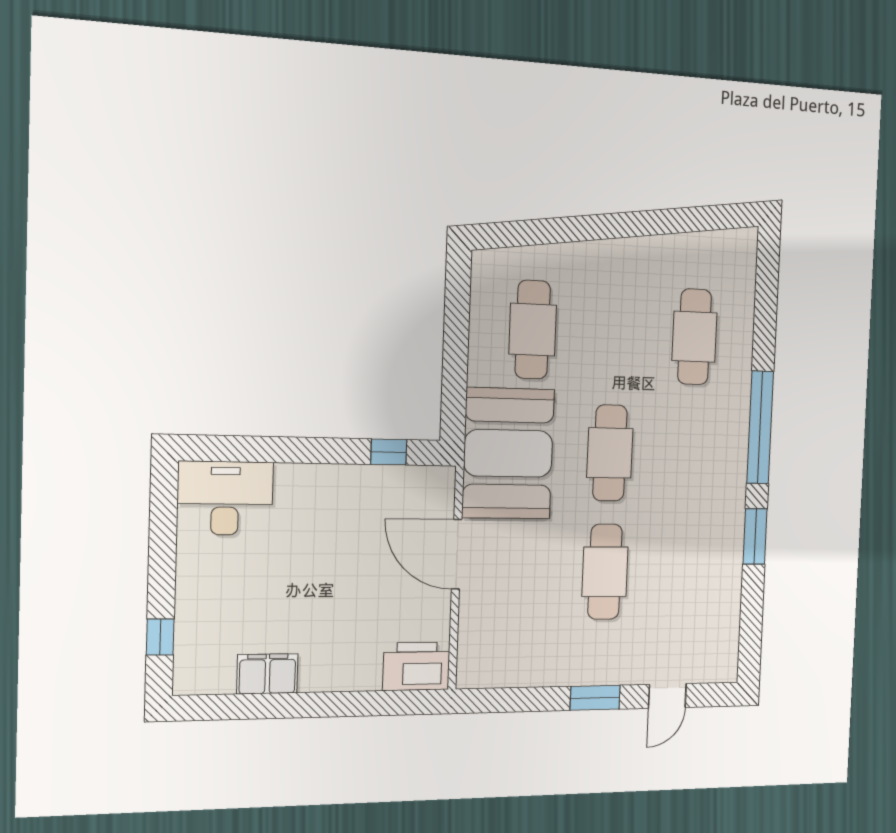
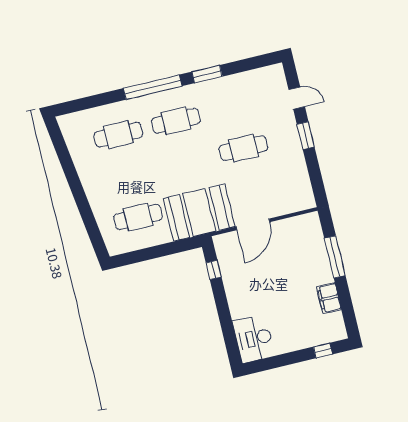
cafe table: (610, 453) -> (176, 121), moved
printer: (416, 666) -> (310, 229), removed
window: (348, 704) -> (335, 257), added

